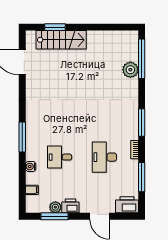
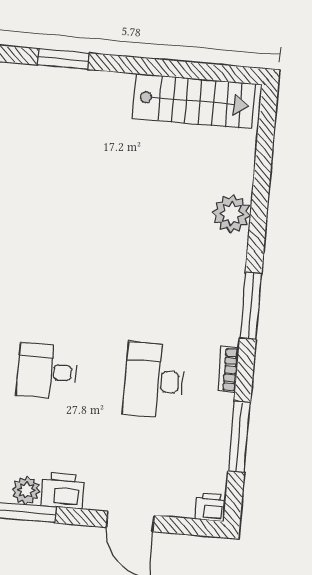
stairs: (61, 40) -> (194, 101), moved
window: (142, 59) -> (264, 153), removed
plant: (130, 70) -> (232, 214), moved
printer: (127, 205) -> (210, 507), width x0.53, depth x0.68

